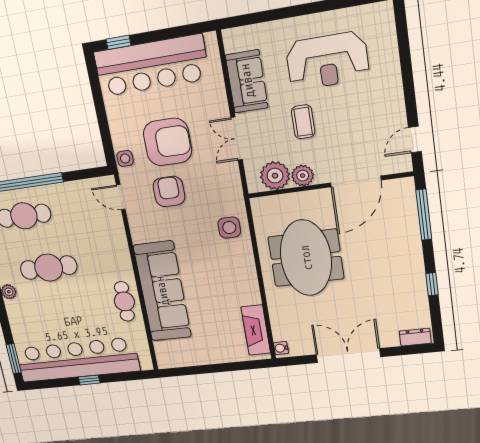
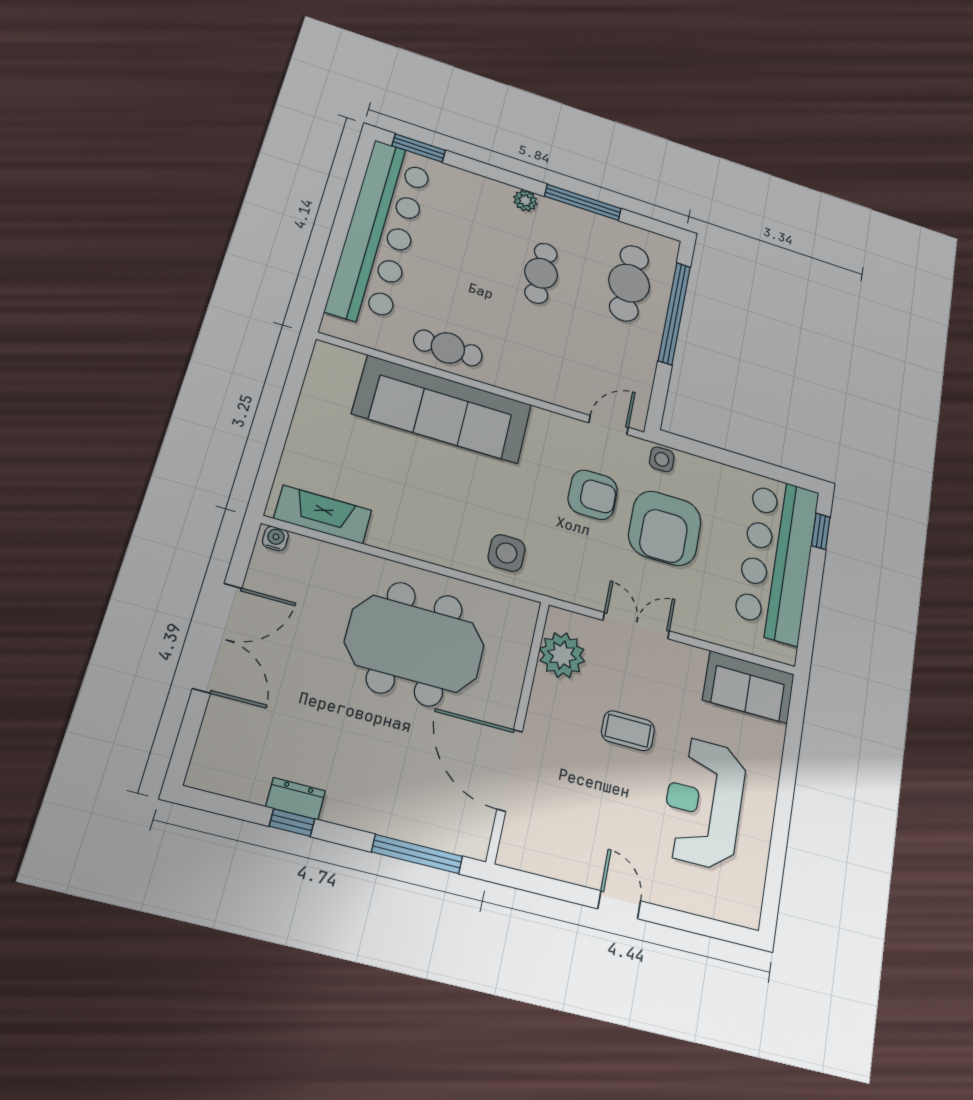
sofa: (247, 81) -> (749, 687), moved
door: (415, 139) -> (619, 905), moved
plant: (303, 176) -> (548, 695), removed
cafe table: (49, 268) -> (541, 273), width x0.73, depth x0.74
dresser: (415, 337) -> (296, 799), moved, turned -90
window: (89, 380) -> (340, 232), removed

